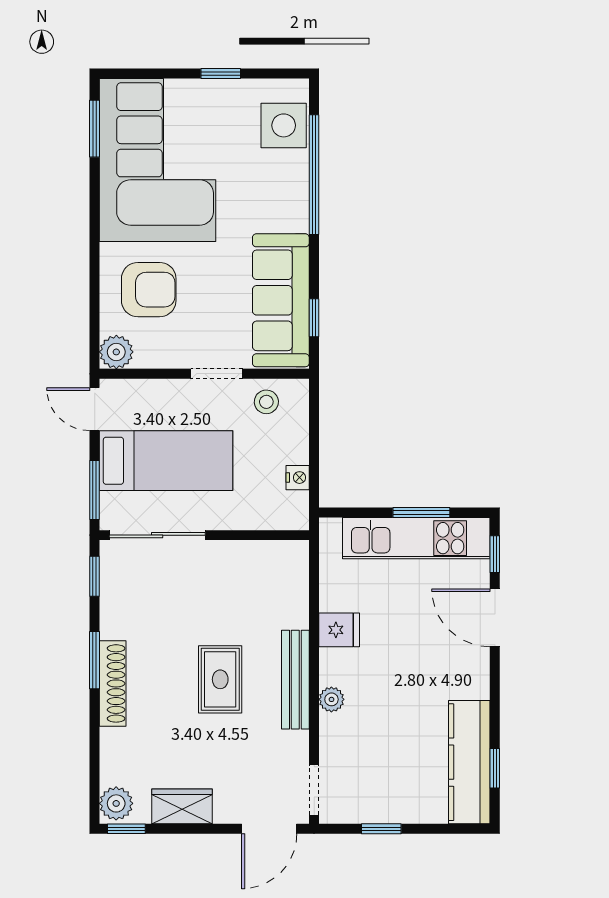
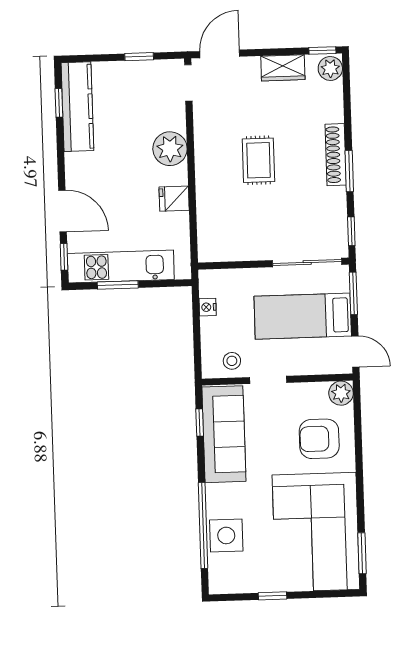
side table: (284, 125) -> (226, 535), moved
bench: (295, 680) -> (204, 162), removed
plant: (331, 699) -> (170, 149), width x1.88, depth x1.88

